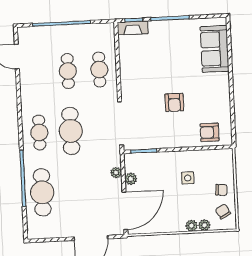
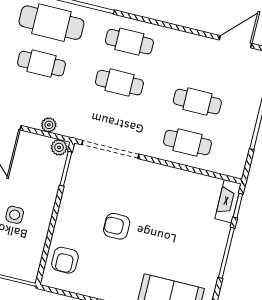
cafe table: (71, 131) -> (119, 83), width x0.73, depth x0.74
armchair: (210, 132) -> (65, 260), turned 180
plant: (131, 179) -> (59, 147), moved
cafe table: (74, 191) -> (41, 64), added

